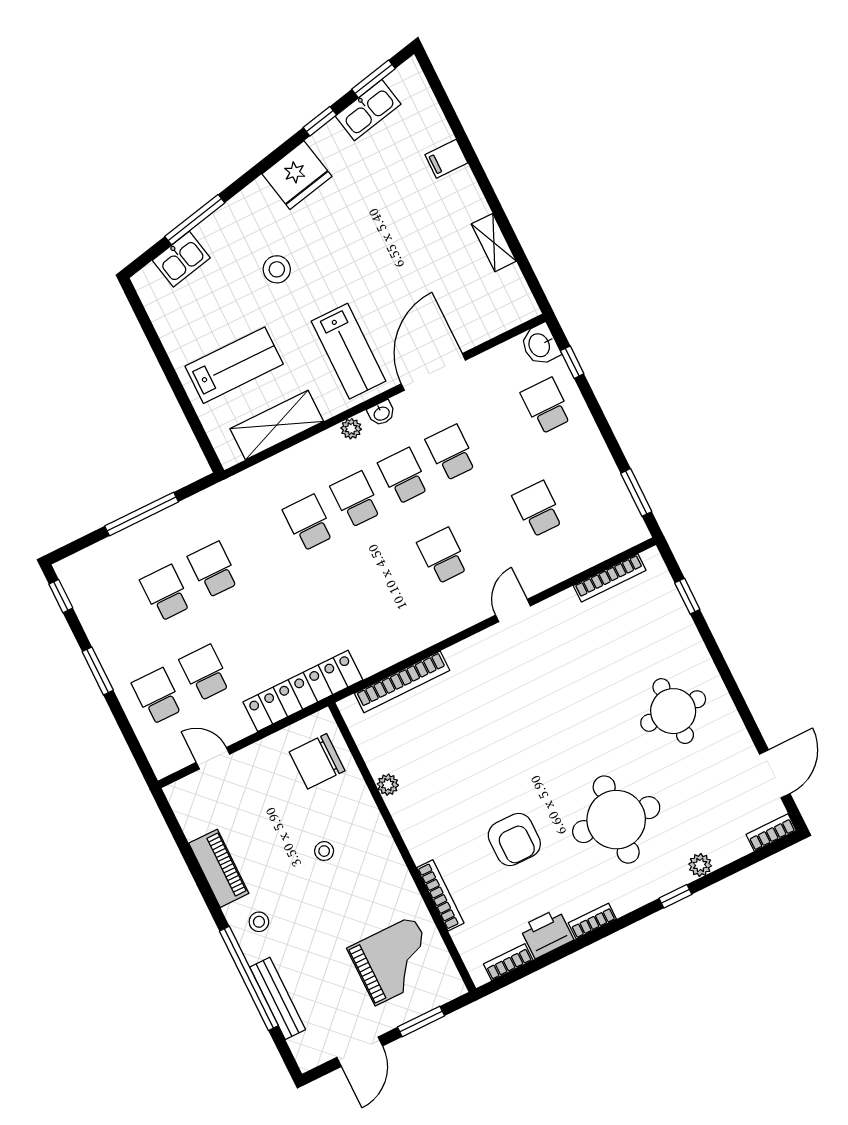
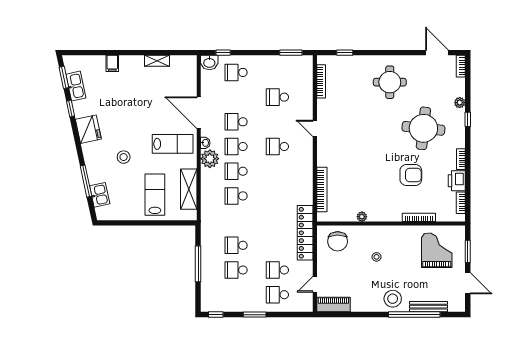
plant: (351, 429) -> (210, 159), width x1.87, depth x1.87
piano: (219, 868) -> (333, 304), moved
stool: (259, 922) -> (393, 299), width x1.89, depth x1.89

